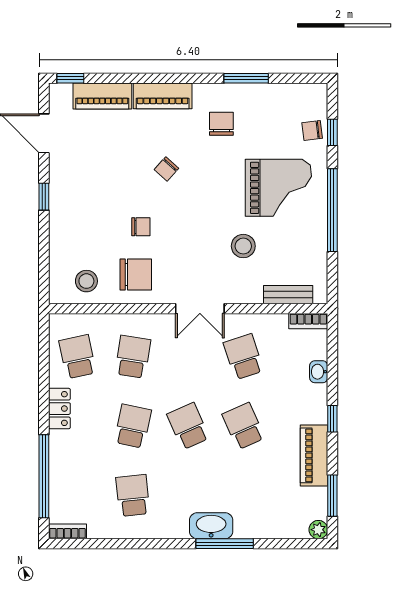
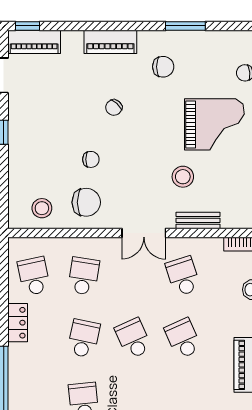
piano: (102, 96) -> (34, 42), moved
chair: (221, 124) -> (163, 67), turned 90
bench: (288, 295) -> (198, 220), moved

